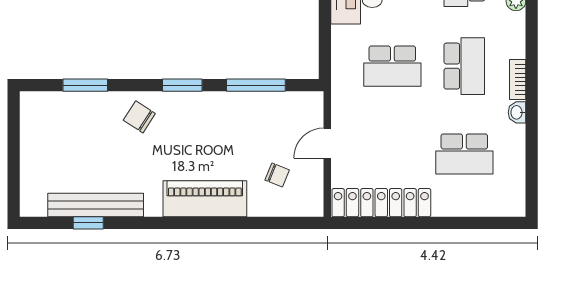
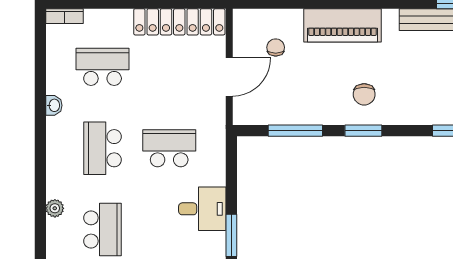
bookcase: (518, 80) -> (64, 16), moved, turned 90
chair: (139, 117) -> (364, 94), moved, turned 57
door: (327, 143) -> (229, 77), width x1.38
chair: (277, 175) -> (276, 47), turned 68

